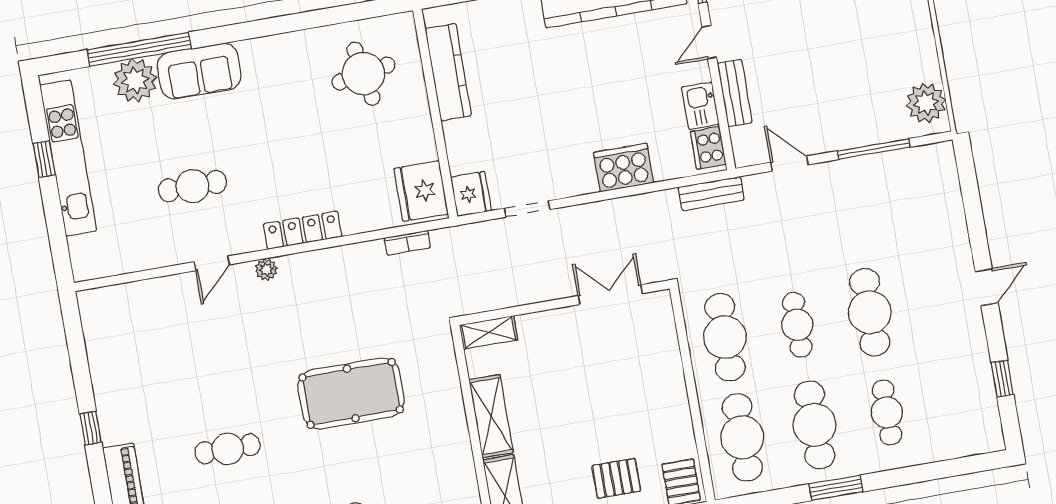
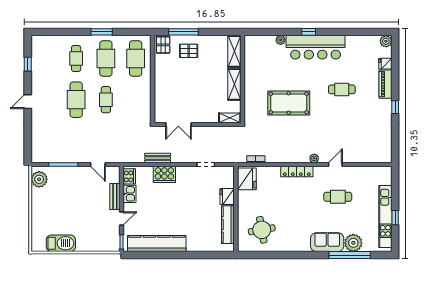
fridge: (471, 194) -> (227, 197), moved
bench: (711, 194) -> (158, 158), moved
cafe table: (725, 337) -> (136, 100), removed

